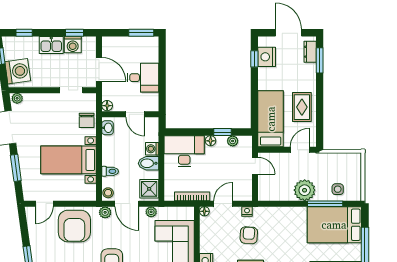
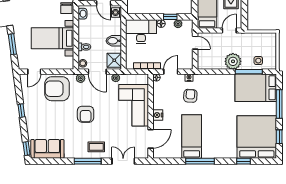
washing machine: (152, 149) -> (116, 12), moved
armchair: (74, 226) -> (57, 89), turned 90

